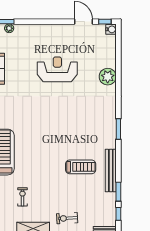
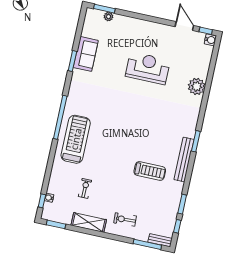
bench: (111, 171) -> (184, 159), moved

